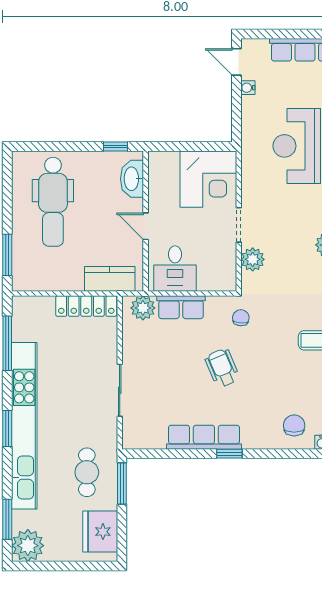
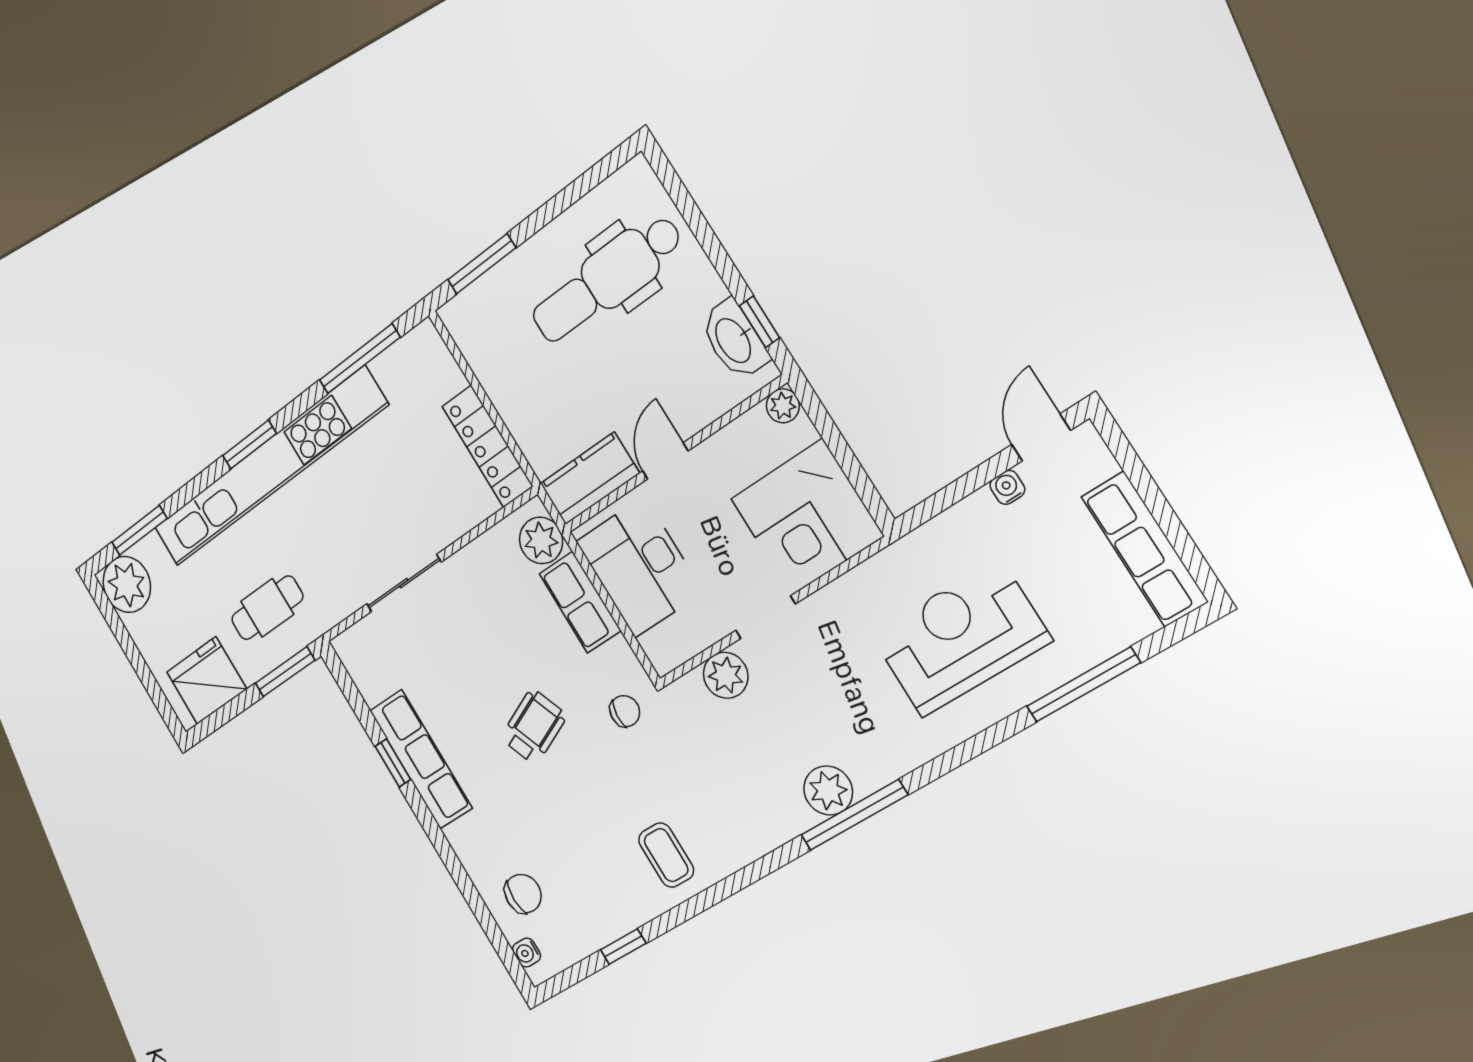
plant: (156, 159) -> (783, 406), added
washbasin: (132, 179) -> (734, 340), moved, turned -90
desk: (175, 269) -> (639, 567), width x1.37
kitchen counter: (110, 279) -> (590, 479), moved, turned -90
window: (229, 454) -> (393, 763), moved

